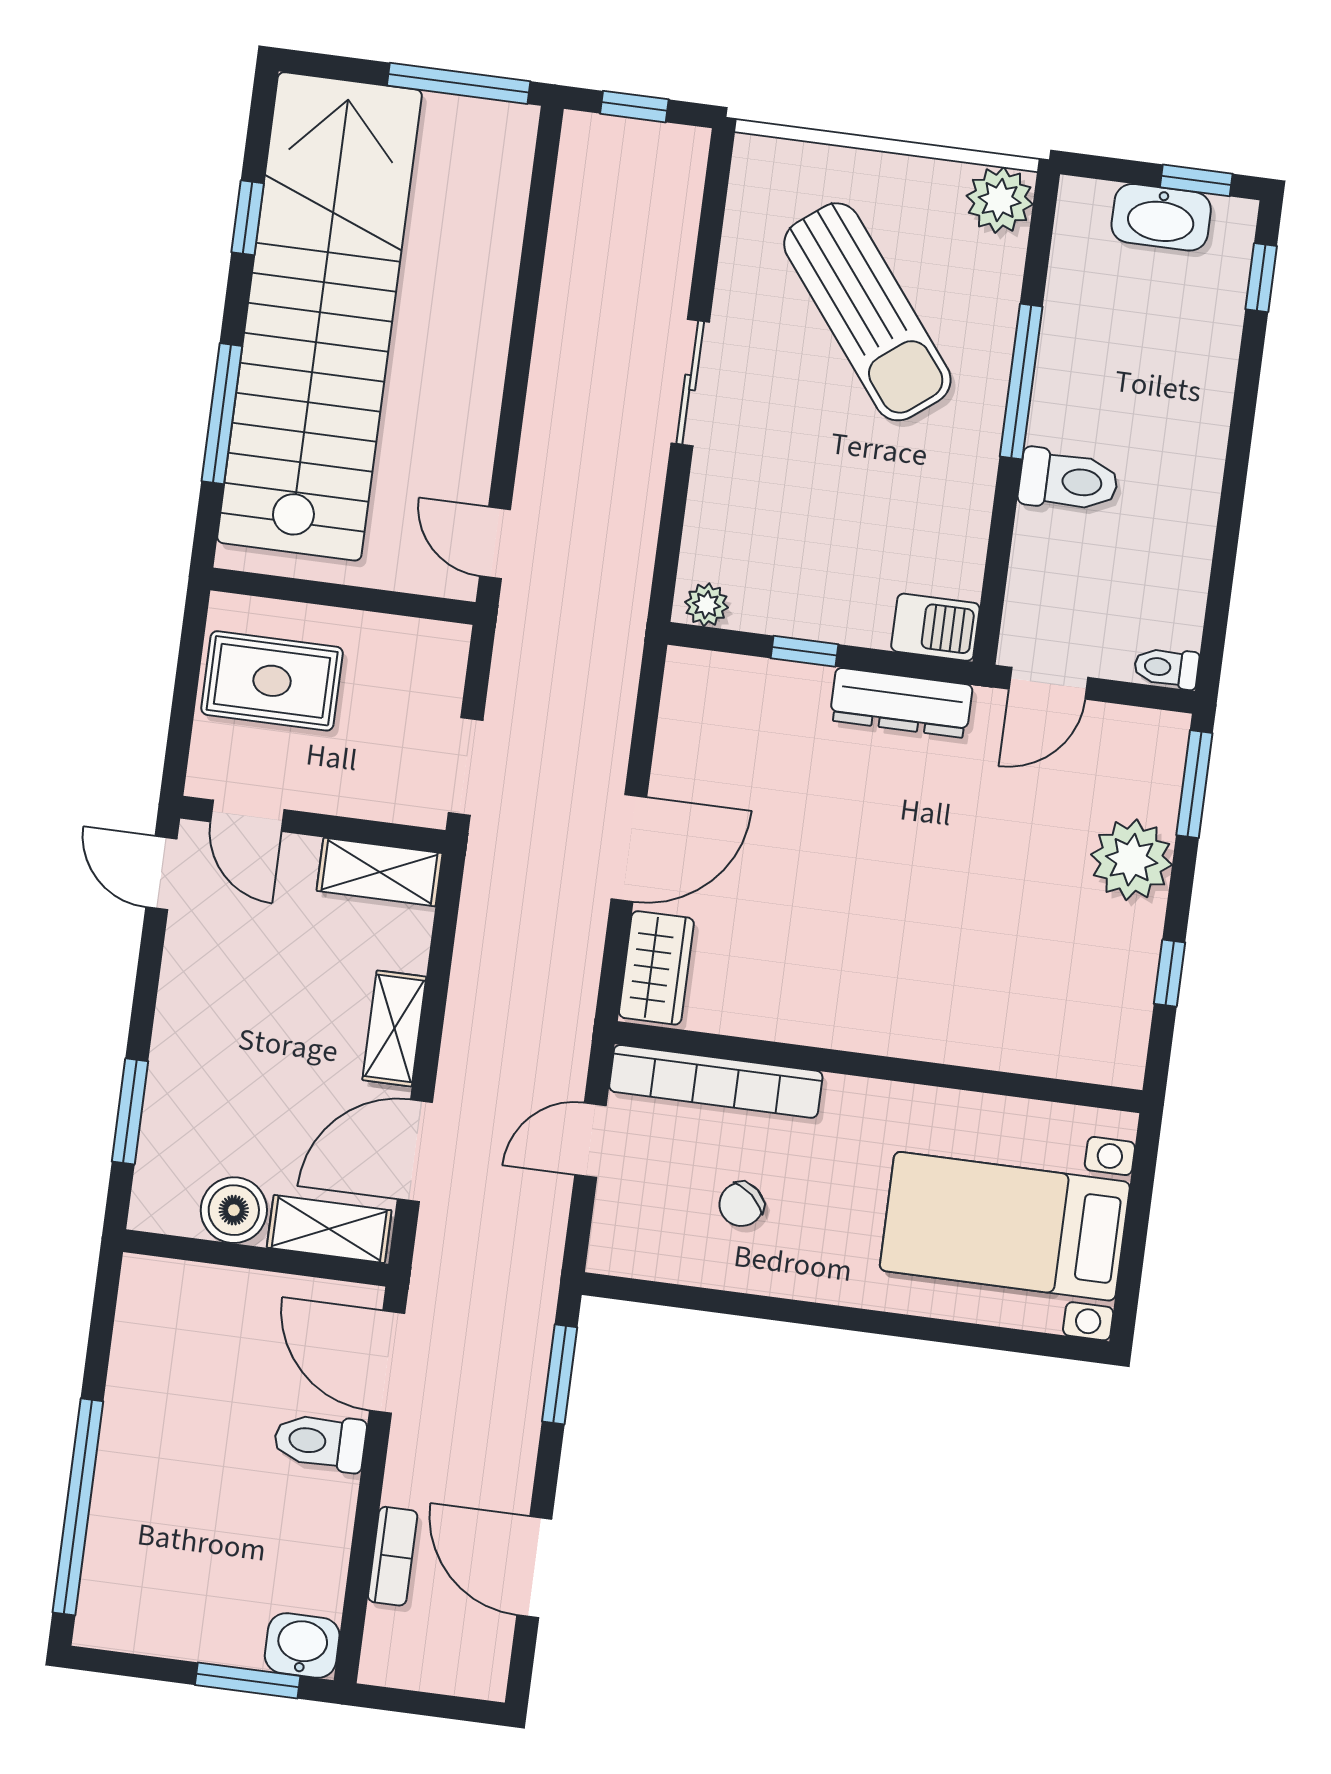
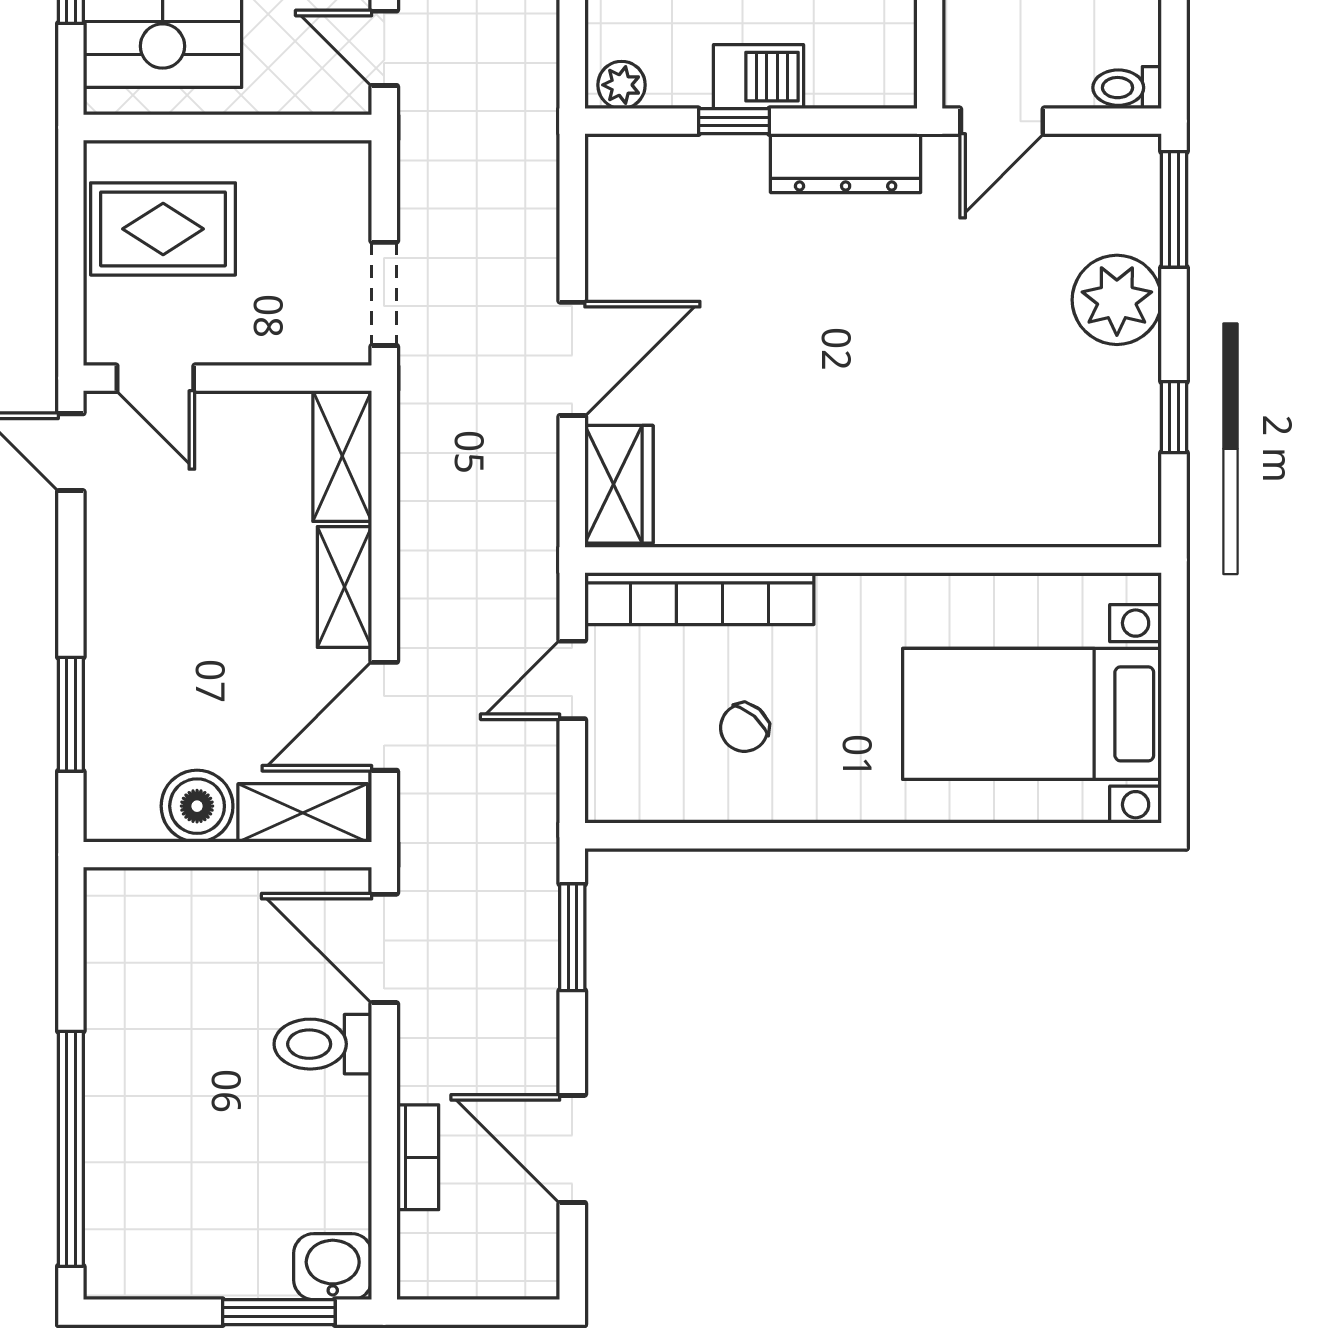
barbecue: (935, 627) -> (758, 77), moved
shelving: (380, 872) -> (342, 456), moved, turned 90

